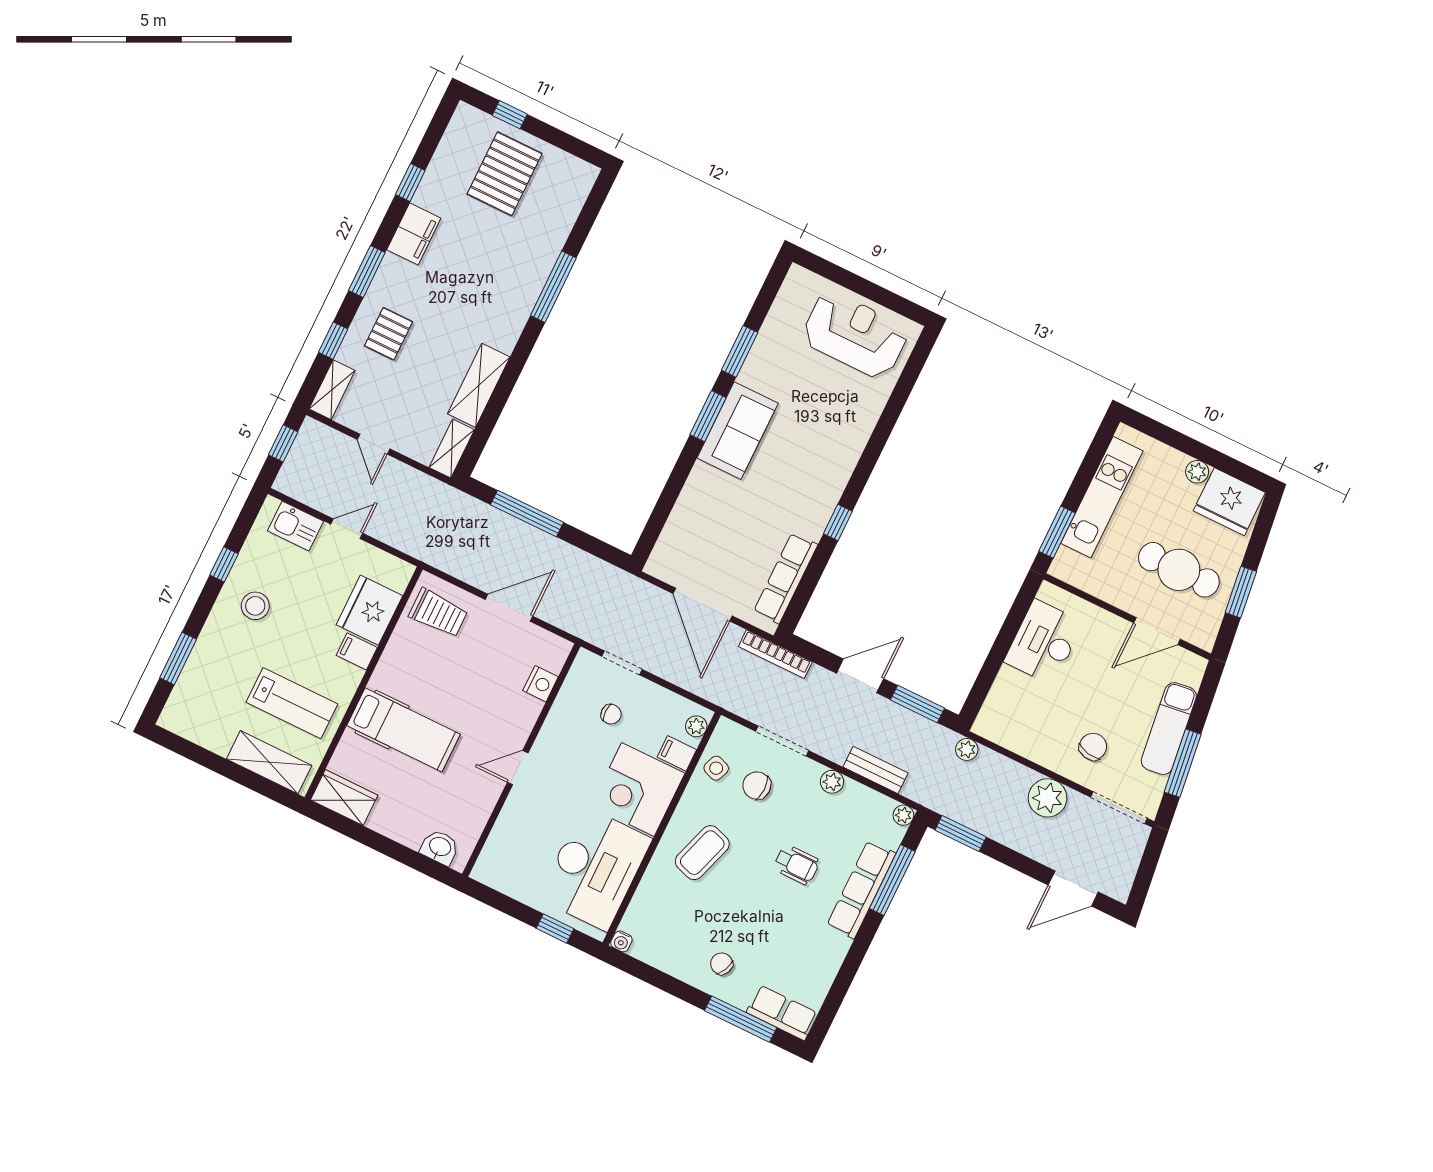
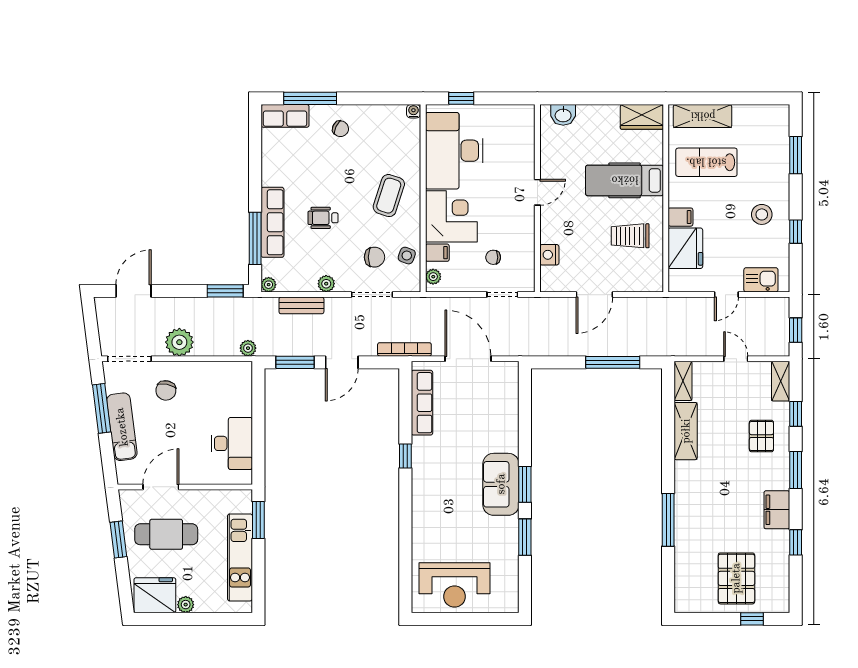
trolley: (438, 613) -> (630, 236), moved

